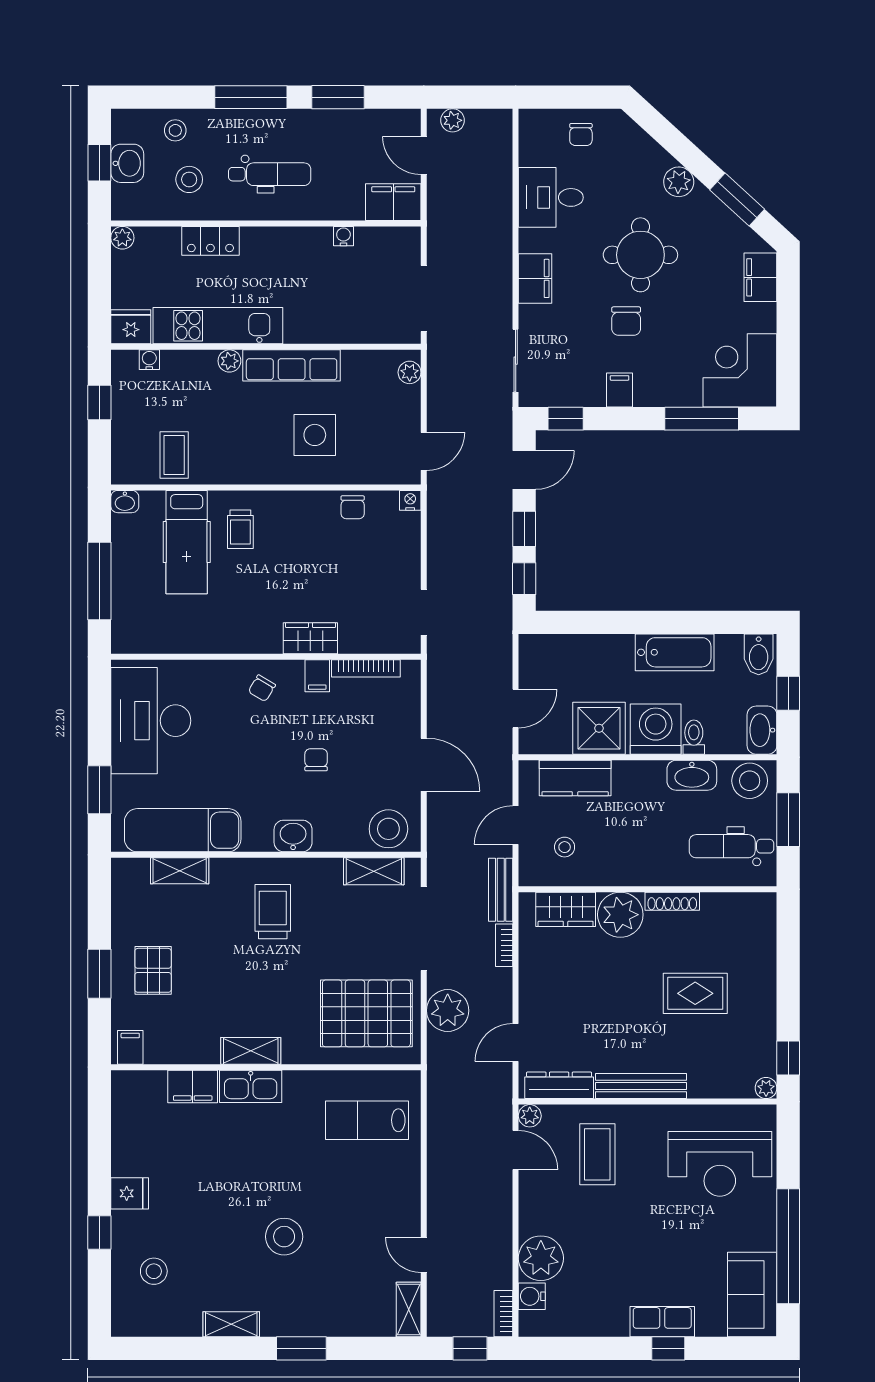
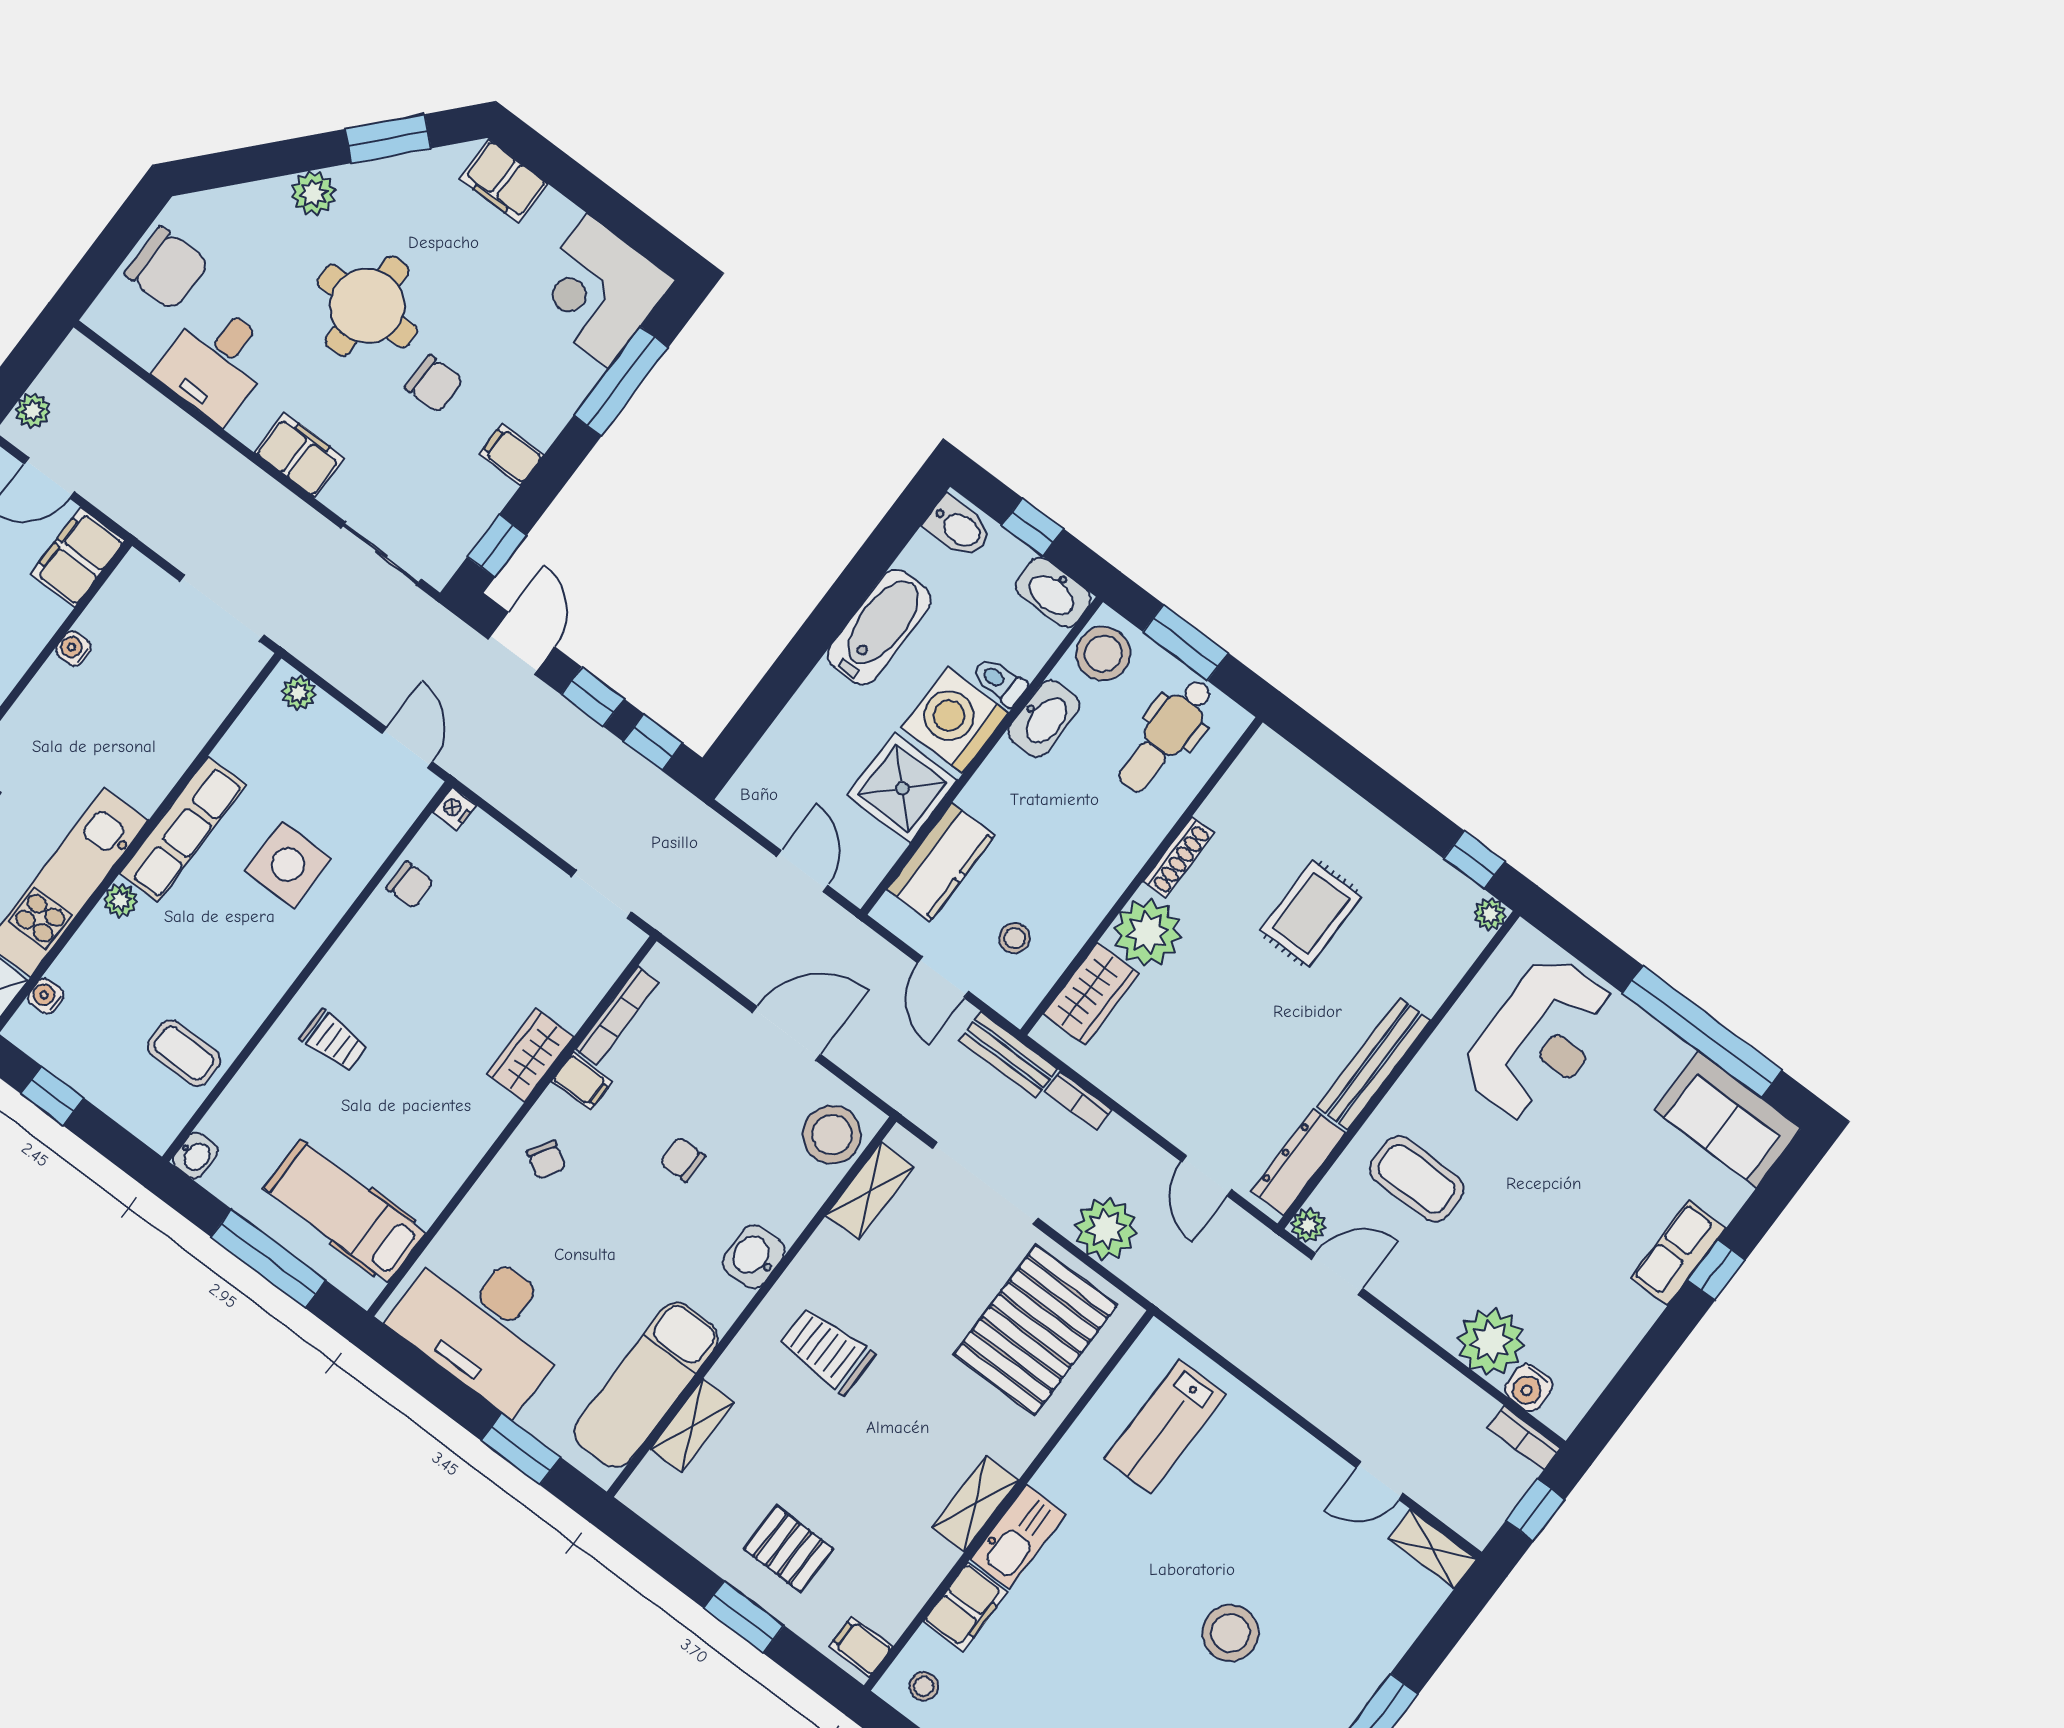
chair: (581, 134) -> (167, 268), width x1.87, depth x1.87
hospital bed: (187, 542) -> (344, 1211), moved, turned 180
stool: (134, 1096) -> (924, 1686), added

